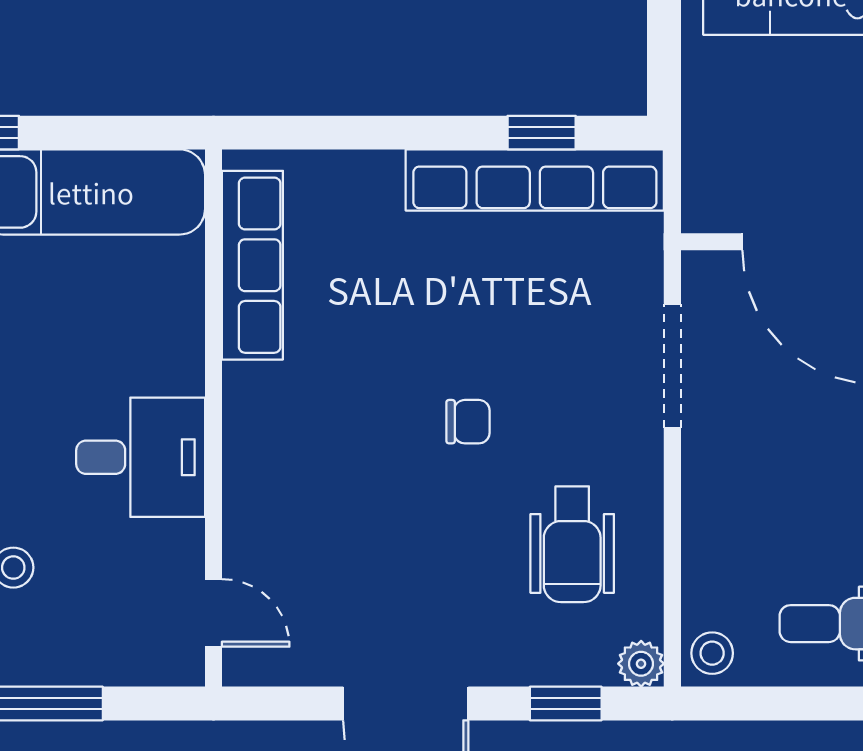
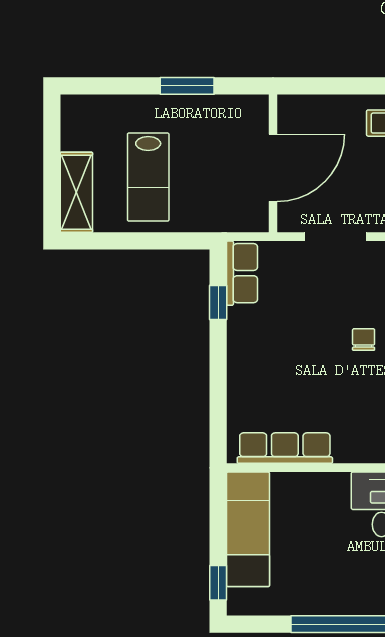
row of seats: (535, 180) -> (242, 273), width x0.50

